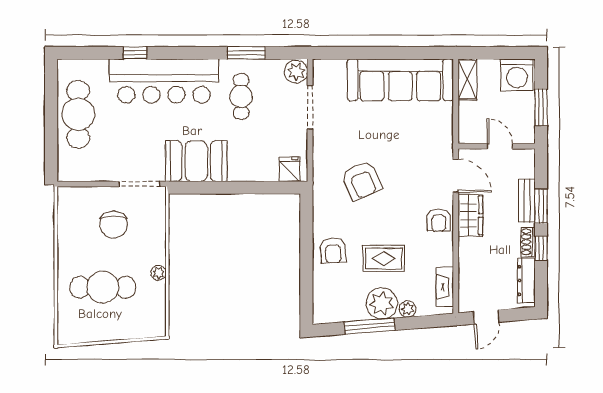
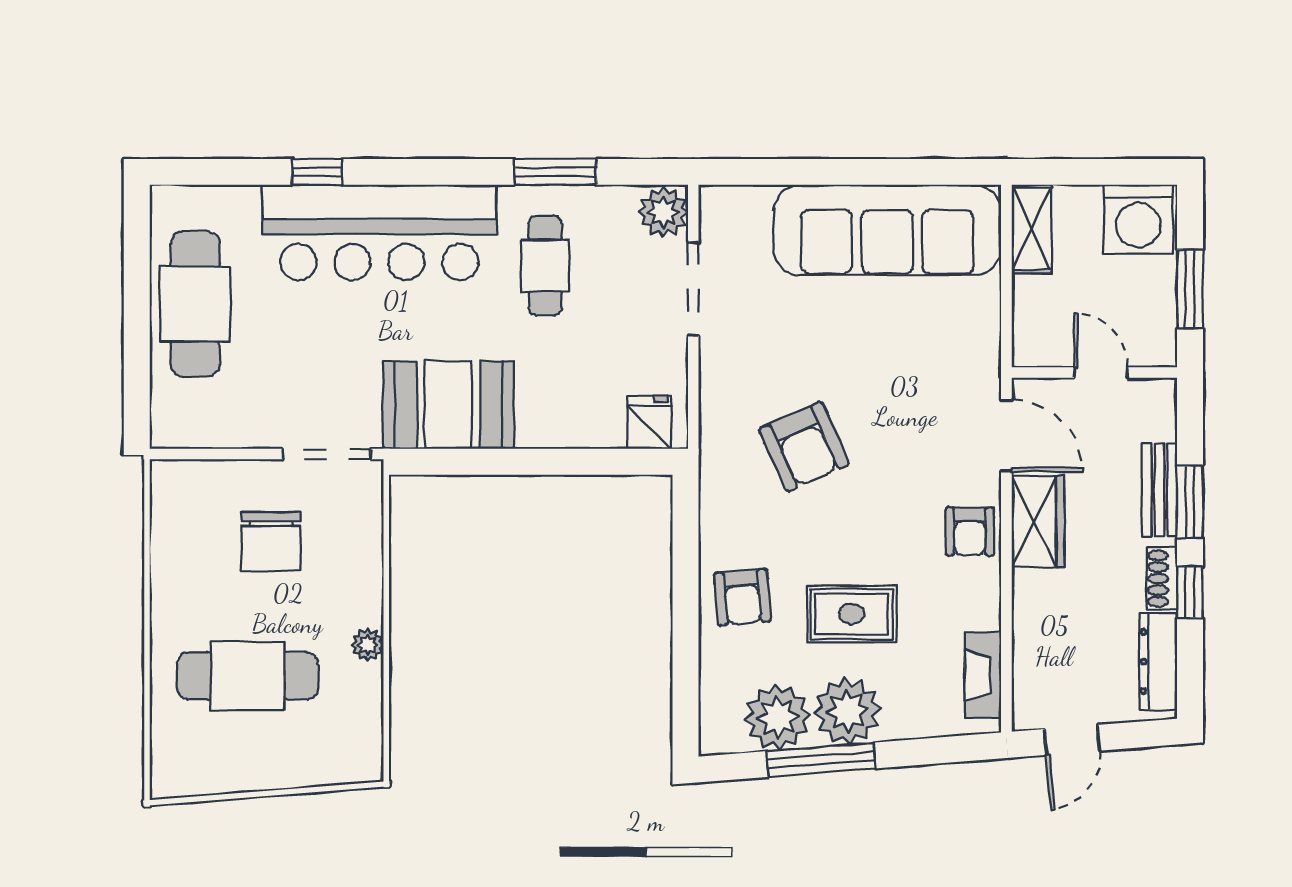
plant: (408, 309) -> (778, 717), moved, width x1.87, depth x1.87

